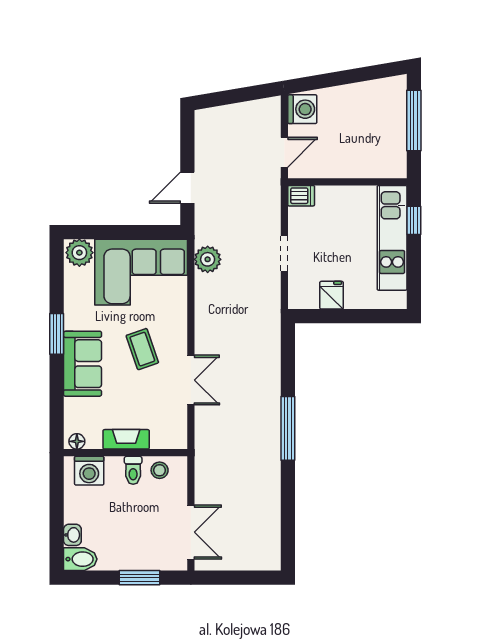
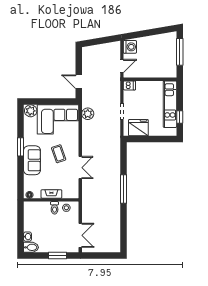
door: (187, 188) -> (79, 82), hinge flipped
window: (414, 220) -> (180, 117), moved
fridge: (332, 295) -> (138, 128), width x1.88, depth x1.34
washing machine: (89, 471) -> (35, 208), removed

